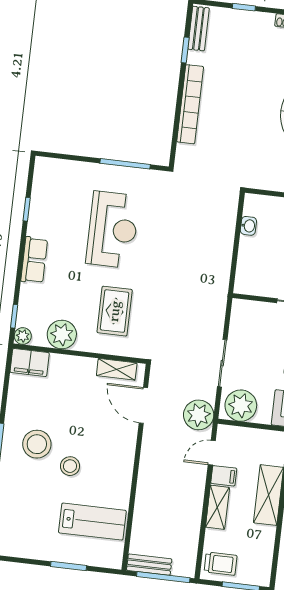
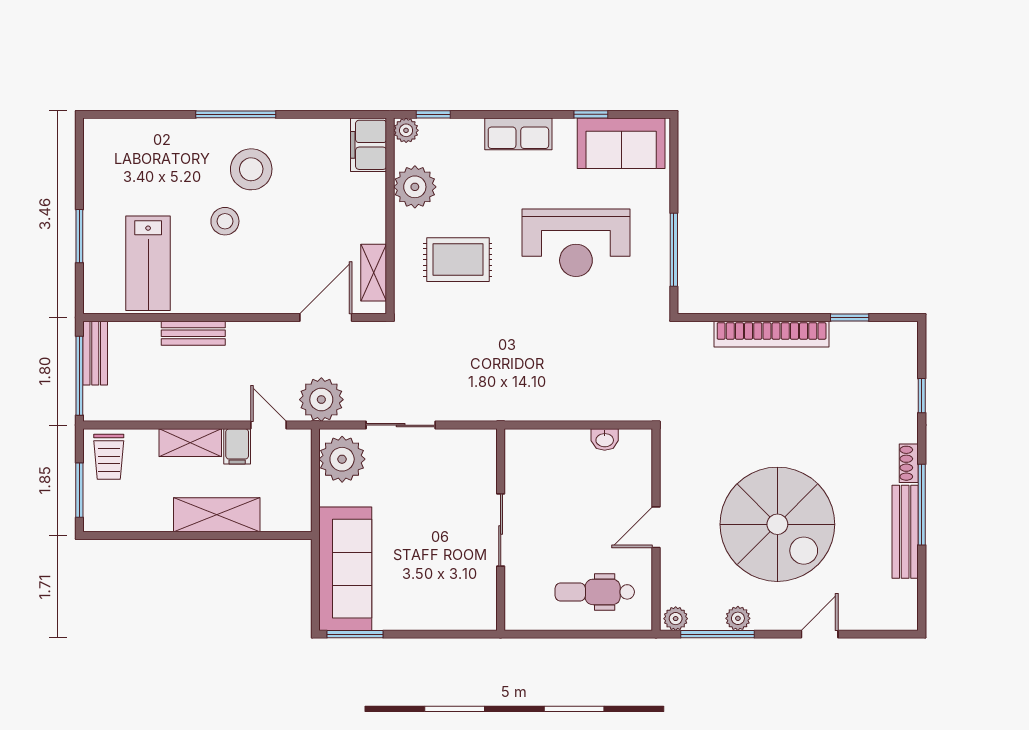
bench: (198, 29) -> (193, 333), moved
sofa: (49, 191) -> (621, 143), added

